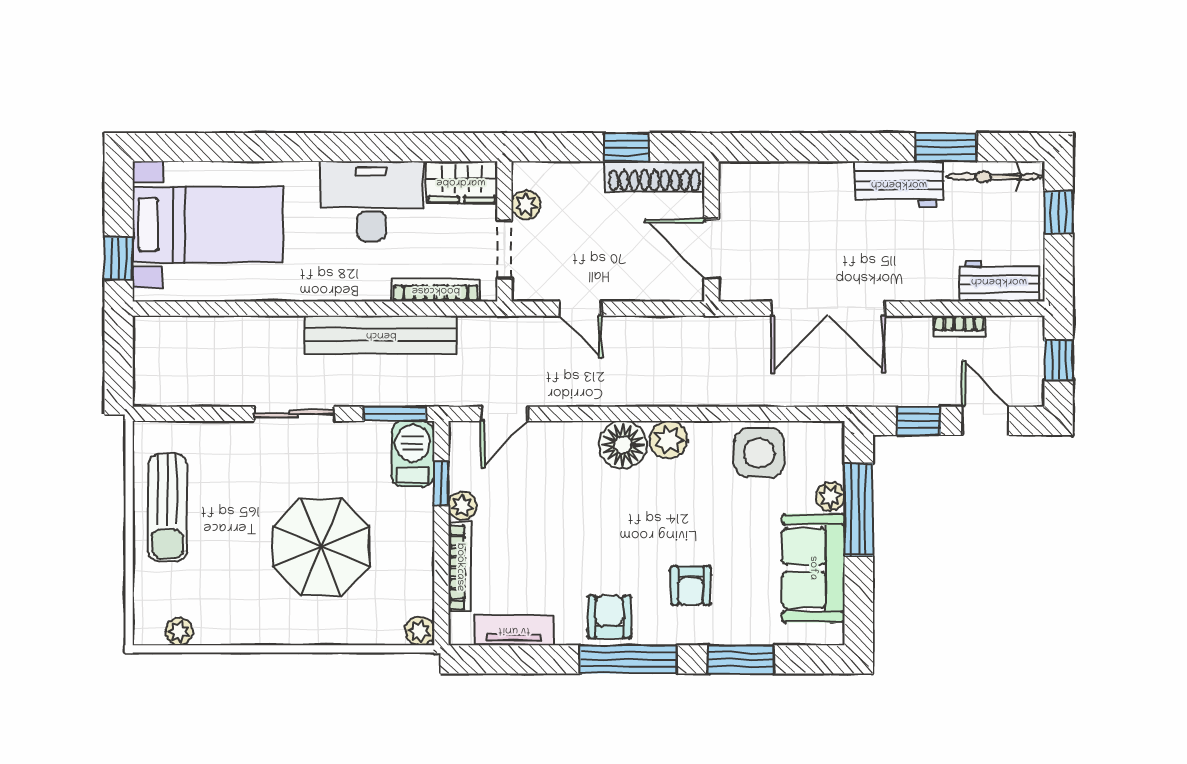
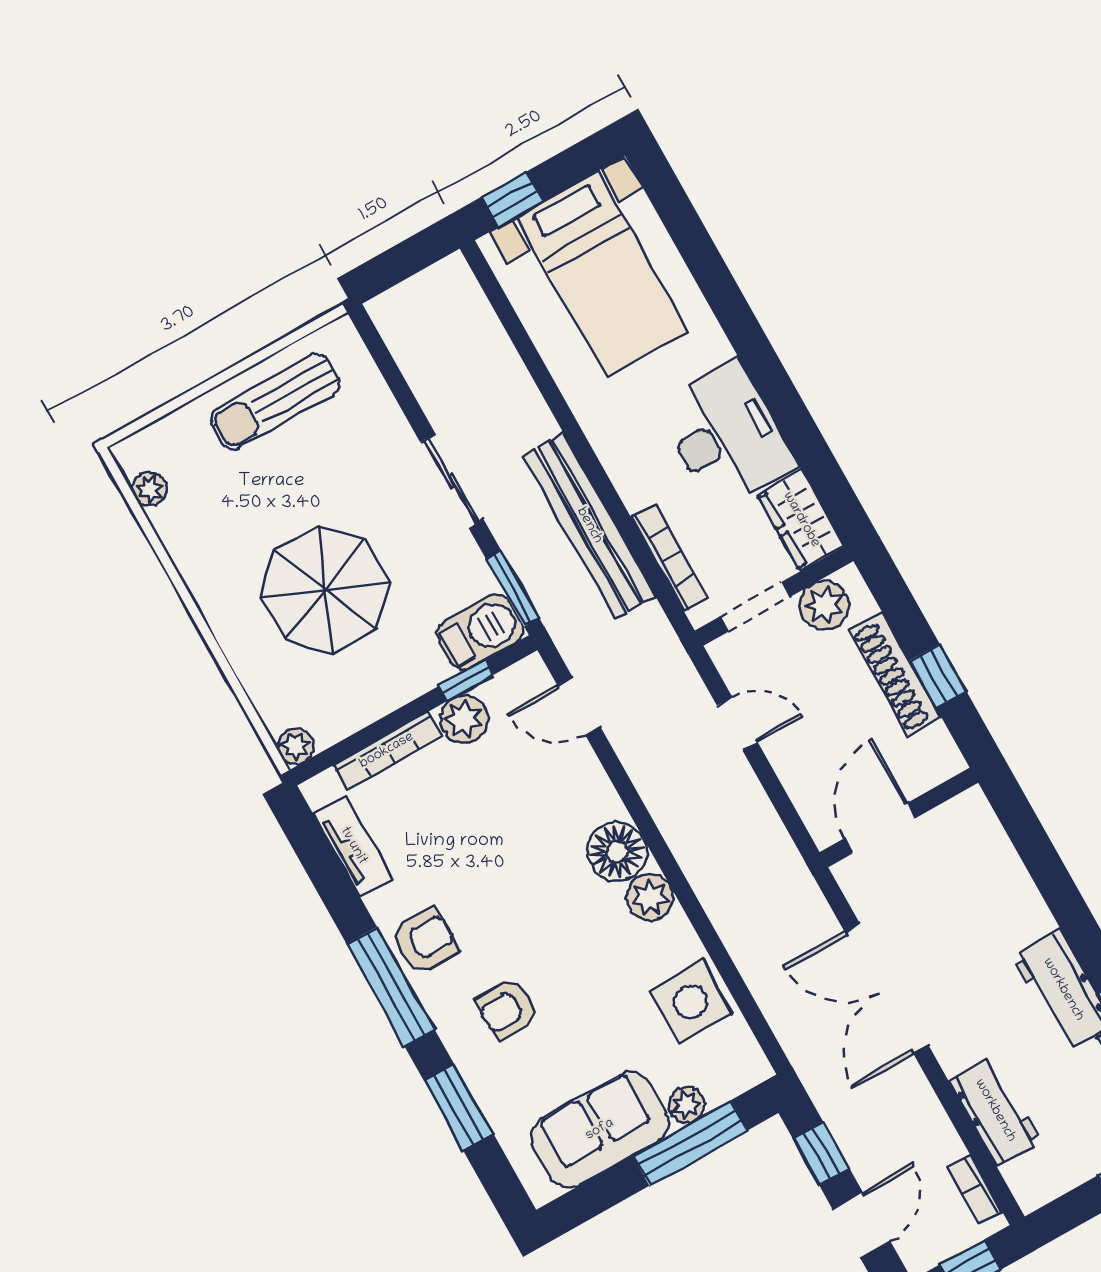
shoe rack: (655, 177) -> (895, 674), moved
plant: (526, 205) -> (824, 605), width x1.38, depth x1.38
workbench: (999, 281) -> (995, 1111), moved
door: (580, 309) -> (737, 724), swing flipped
bookcase: (959, 326) -> (975, 1189), moved
plant: (462, 506) -> (464, 719), width x1.38, depth x1.38

